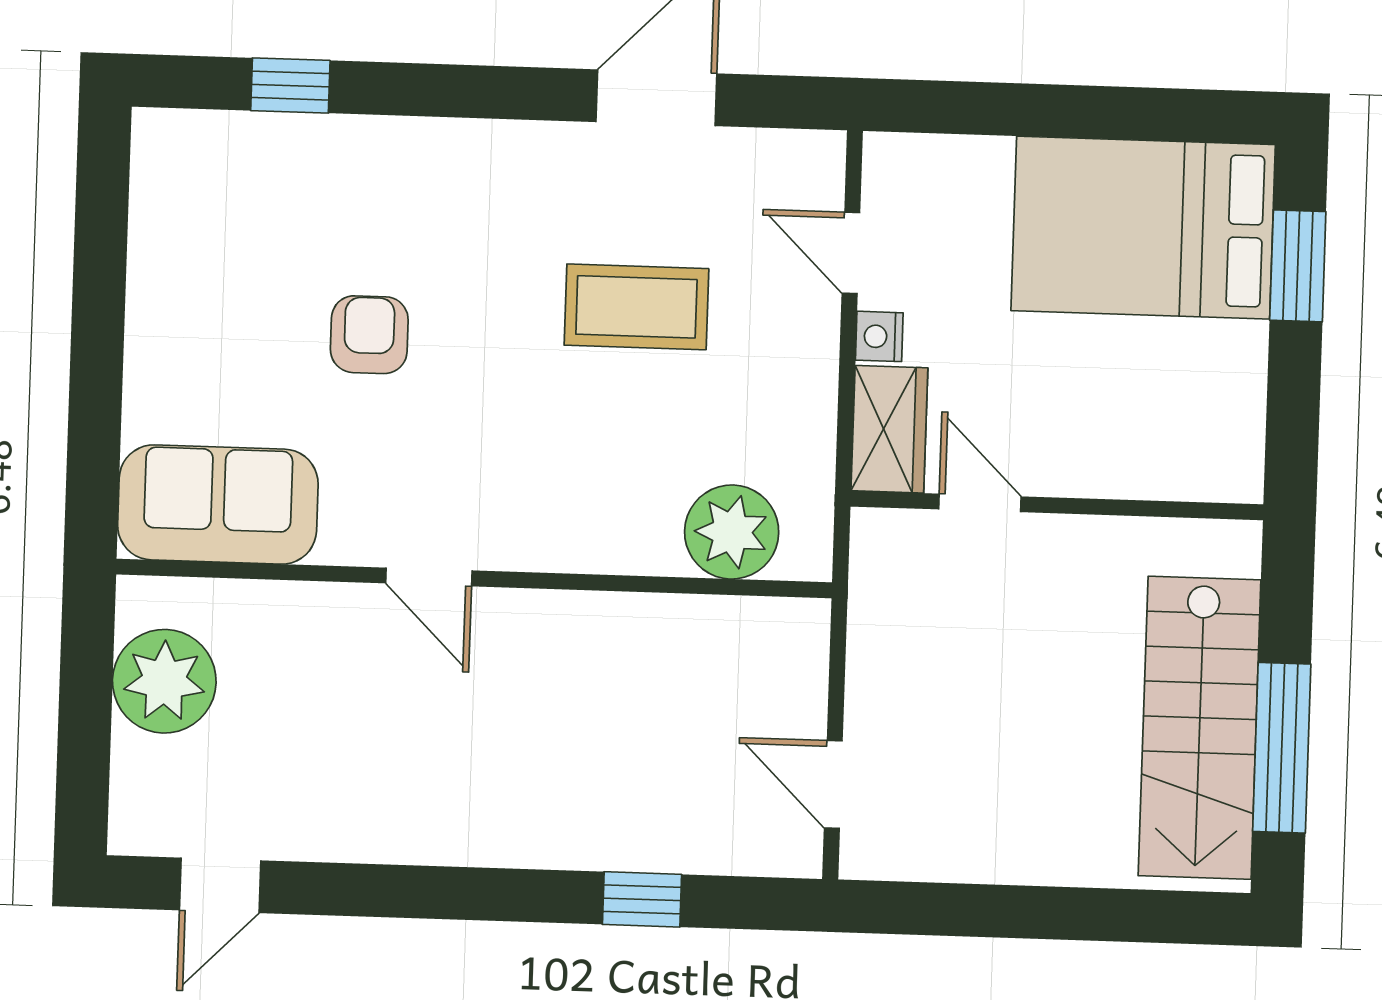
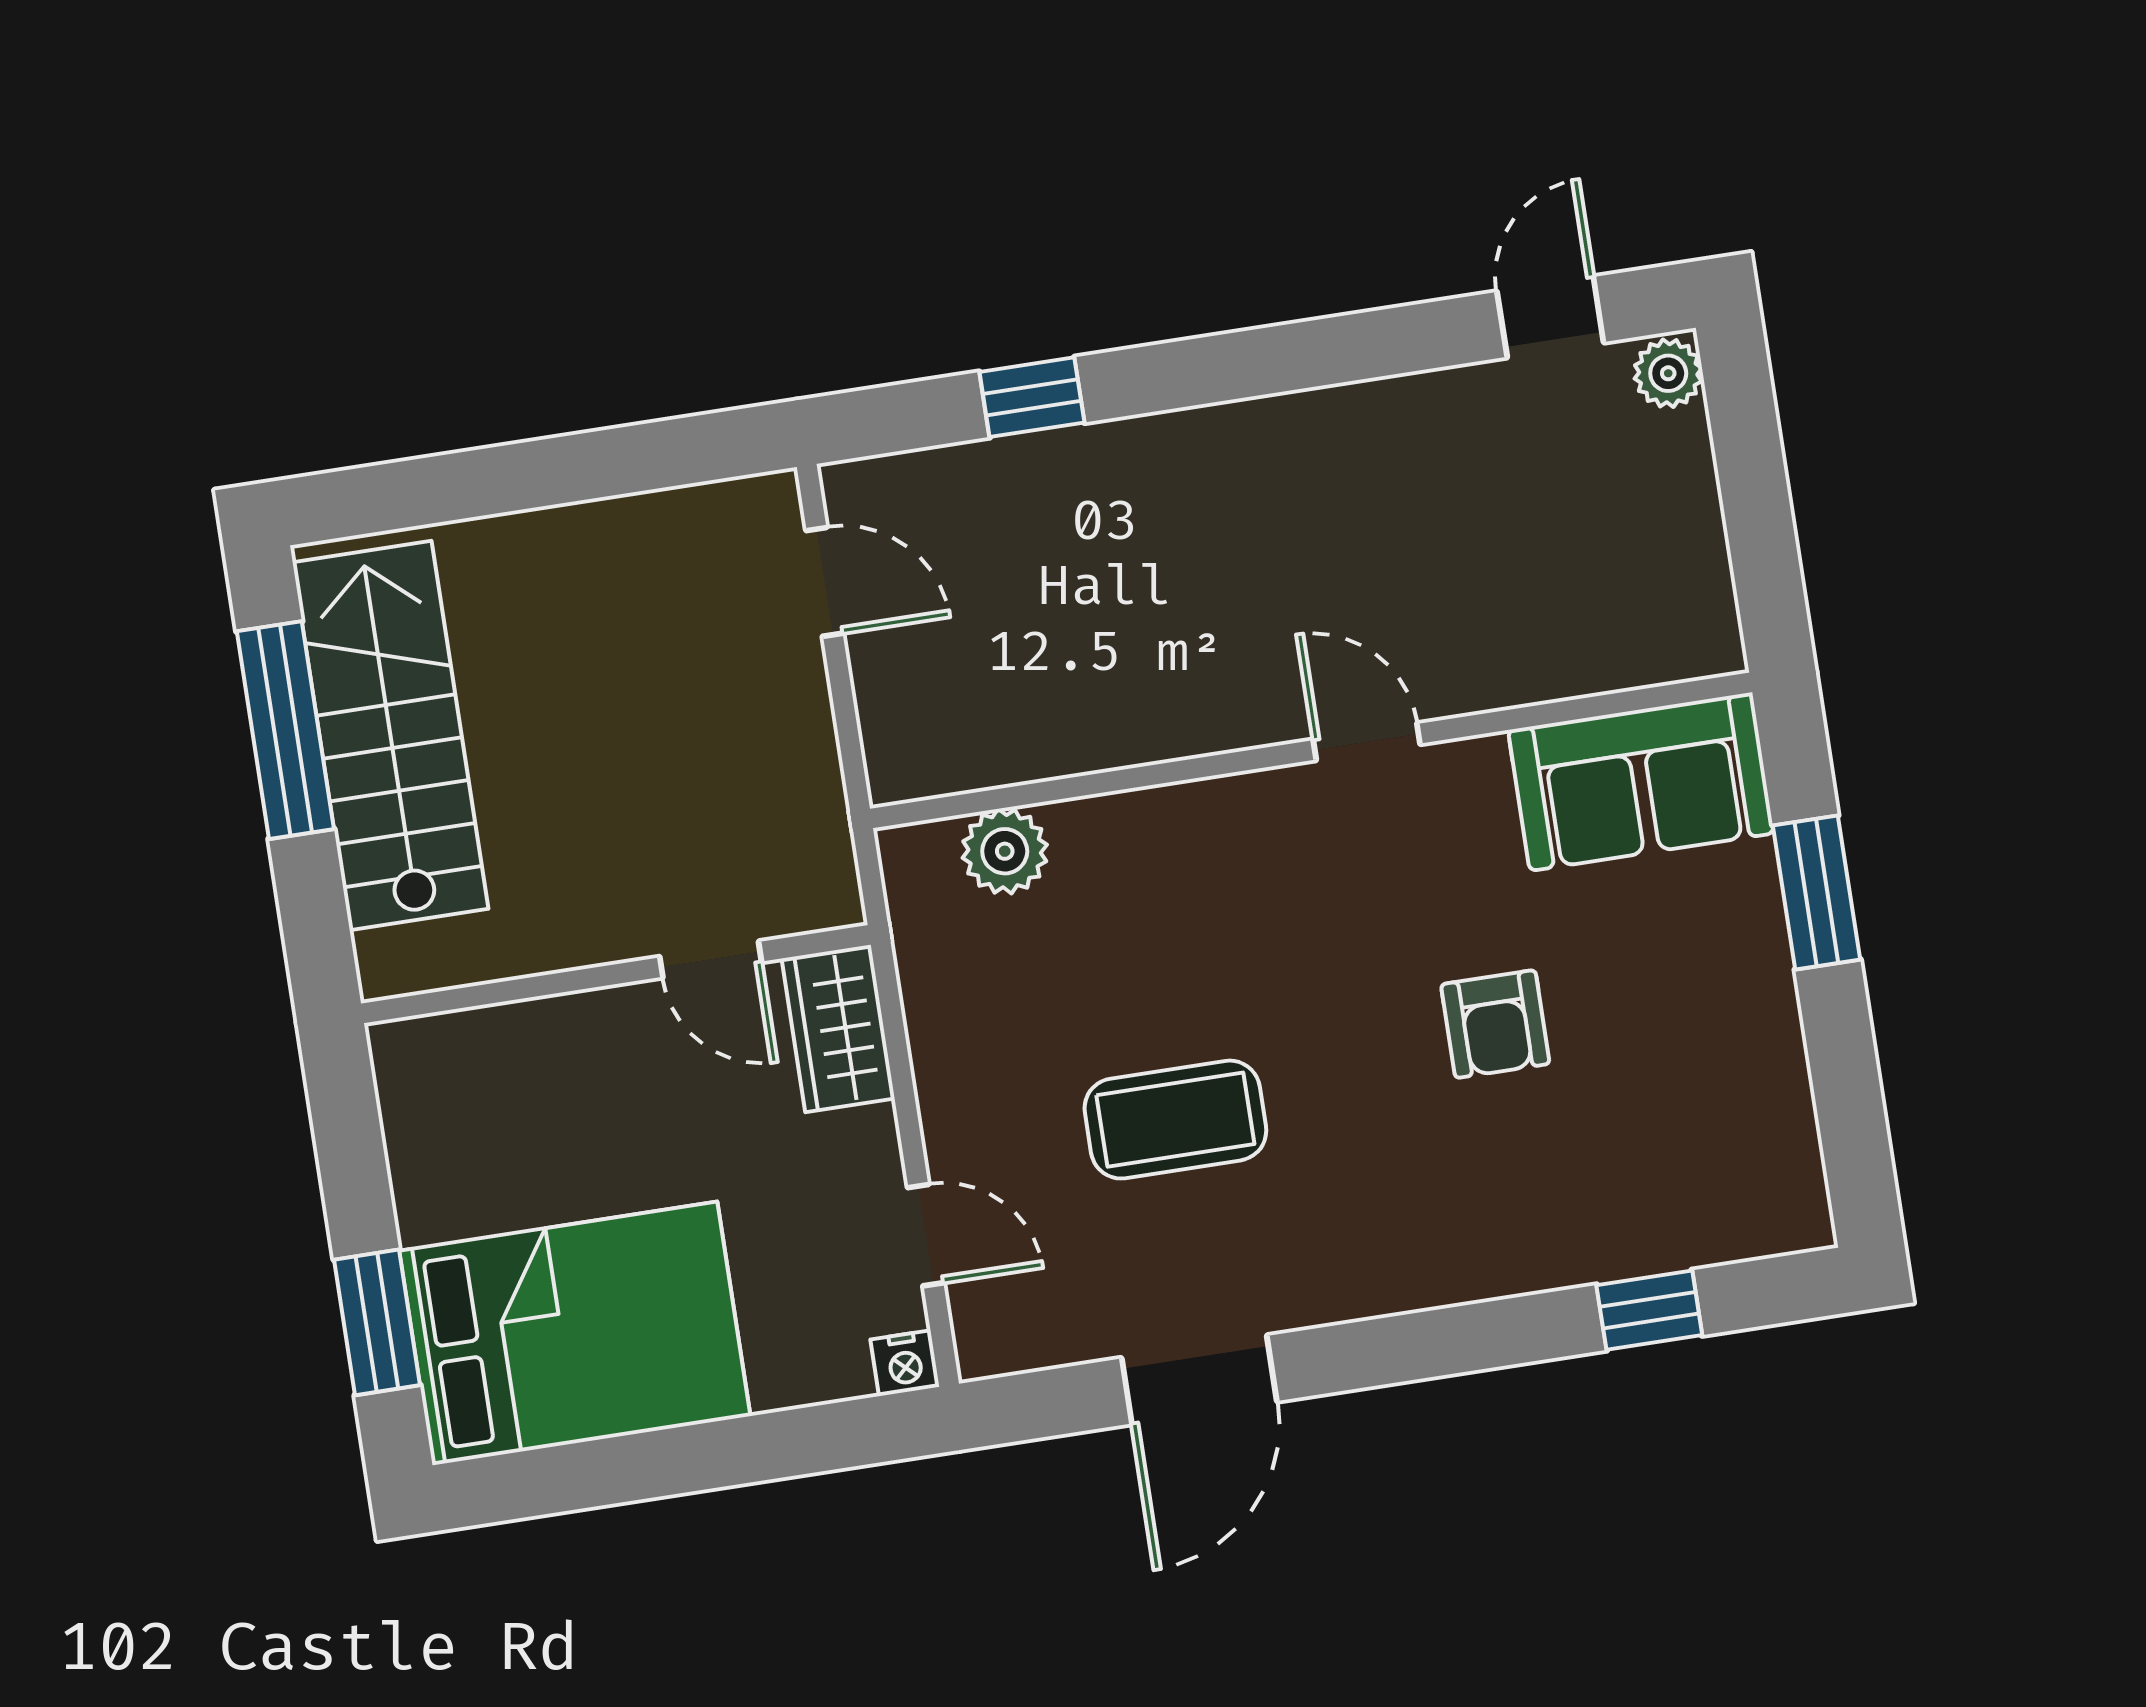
nightstand: (879, 336) -> (905, 1363), moved, turned 90
window: (96, 391) -> (1817, 892), added
plant: (732, 532) -> (1005, 851), width x0.73, depth x0.73
plant: (164, 681) -> (1668, 373), moved, width x0.53, depth x0.53

